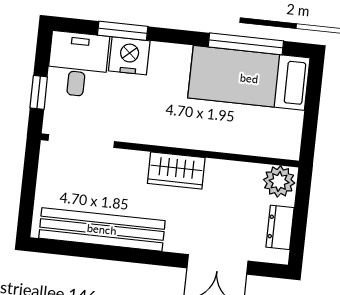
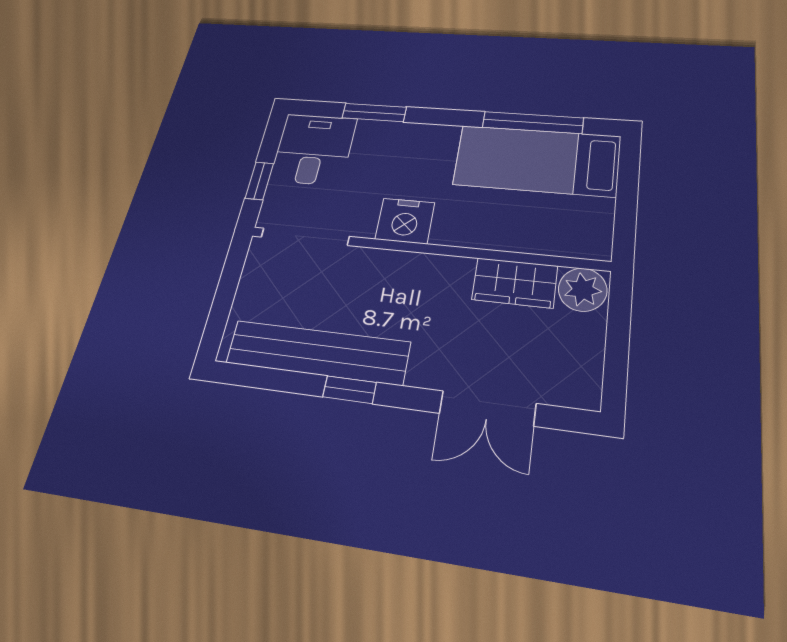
nightstand: (129, 56) -> (405, 221), moved, turned 180
wardrobe: (176, 170) -> (515, 283), moved
dresser: (280, 227) -> (586, 355), removed
window: (127, 255) -> (350, 390), added

